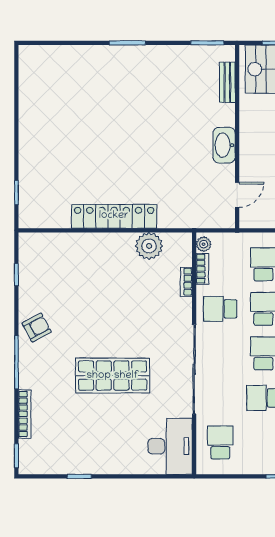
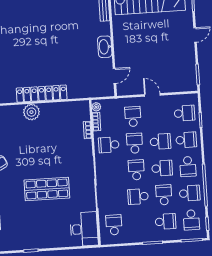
plant: (149, 246) -> (31, 112), moved

